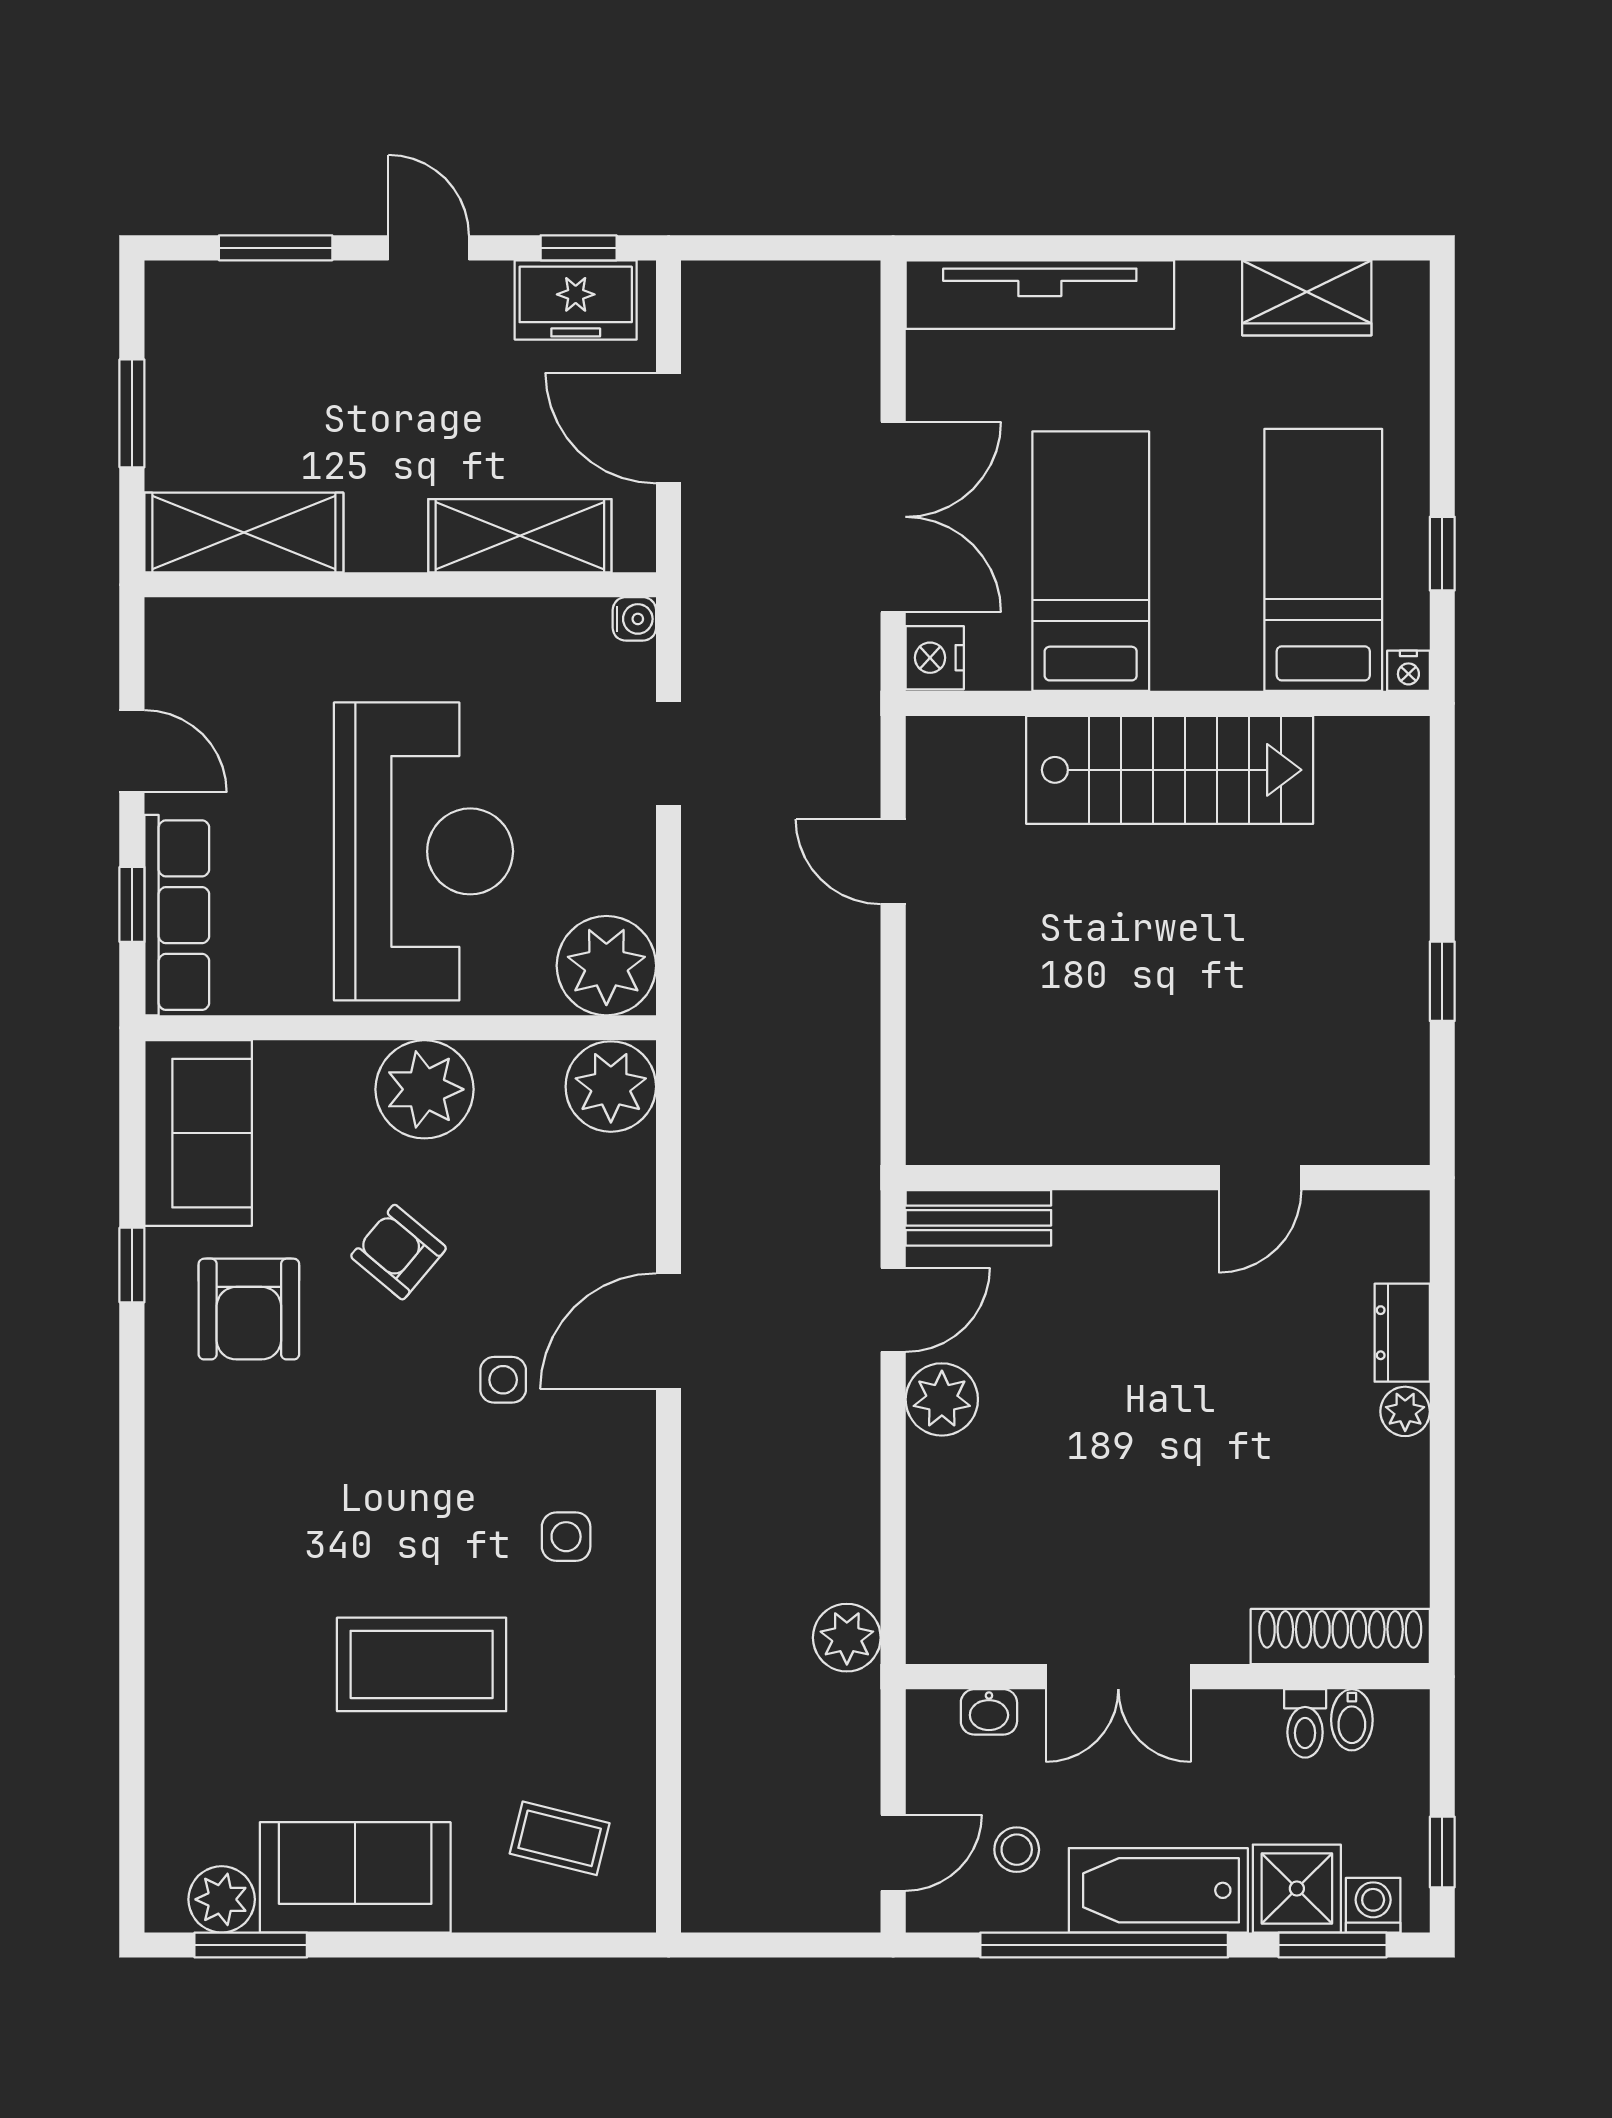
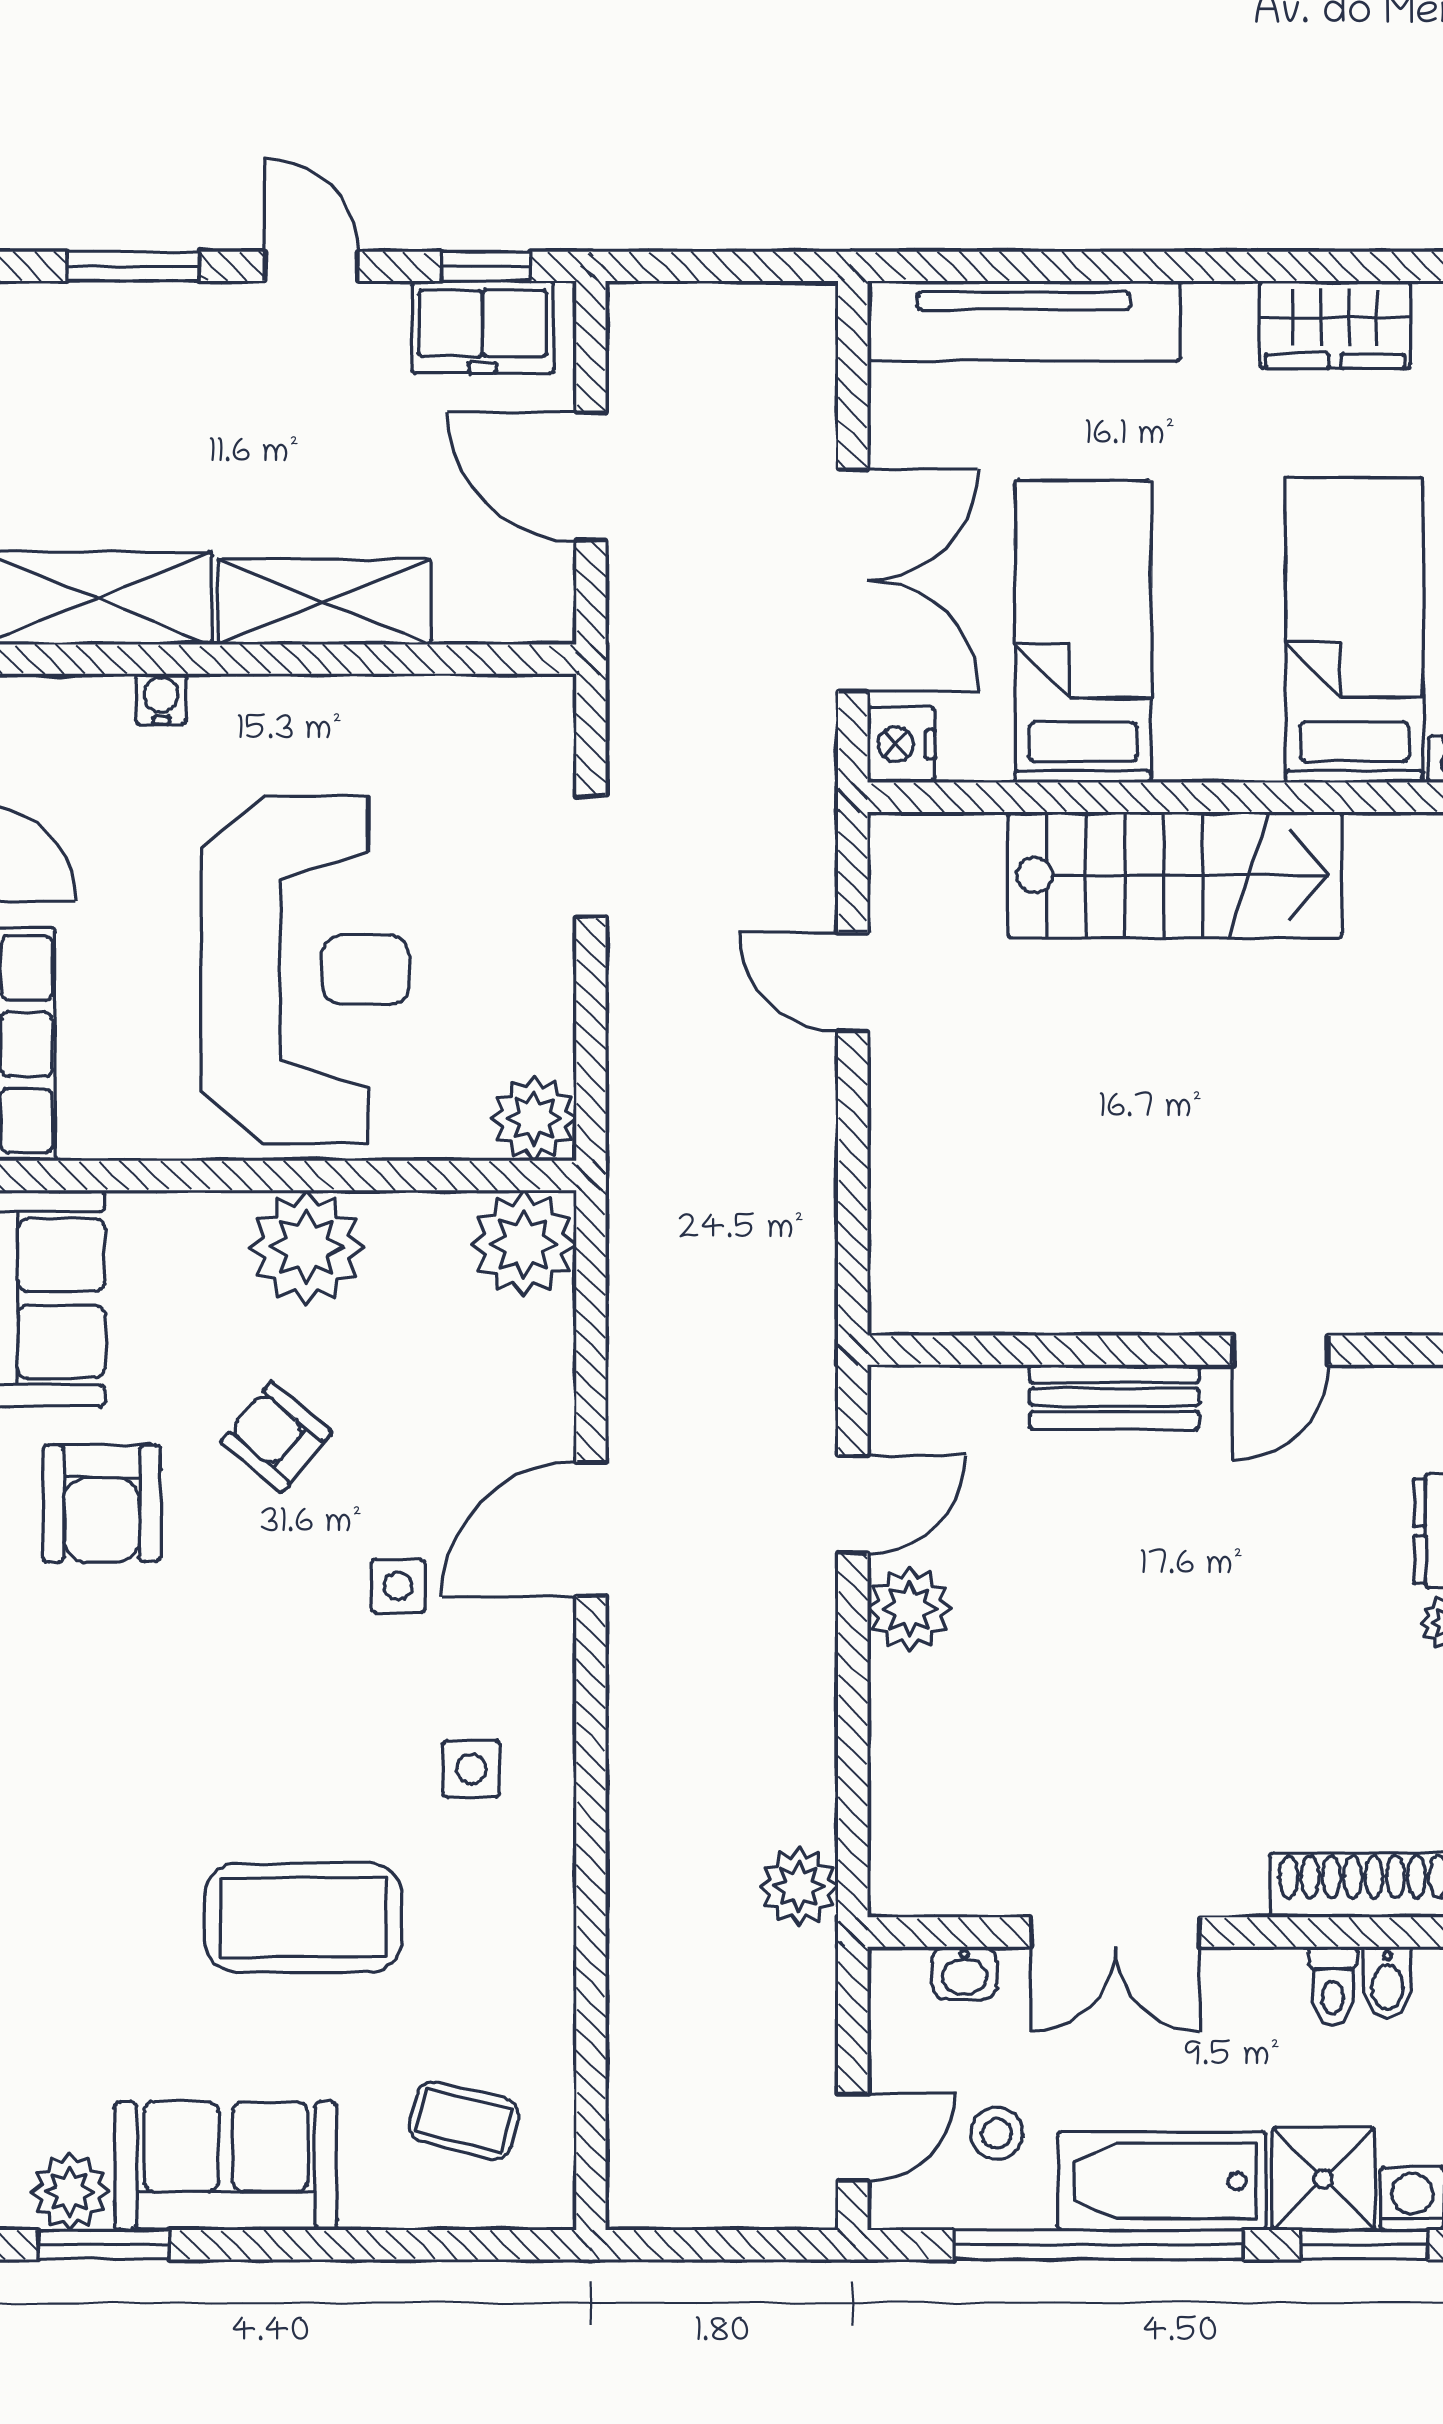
shelving: (520, 536) -> (324, 602), moved
water cooler: (634, 619) -> (161, 699), moved, turned -90
plant: (606, 966) -> (534, 1119), width x0.73, depth x0.73
bench: (978, 1218) -> (1114, 1397), moved

